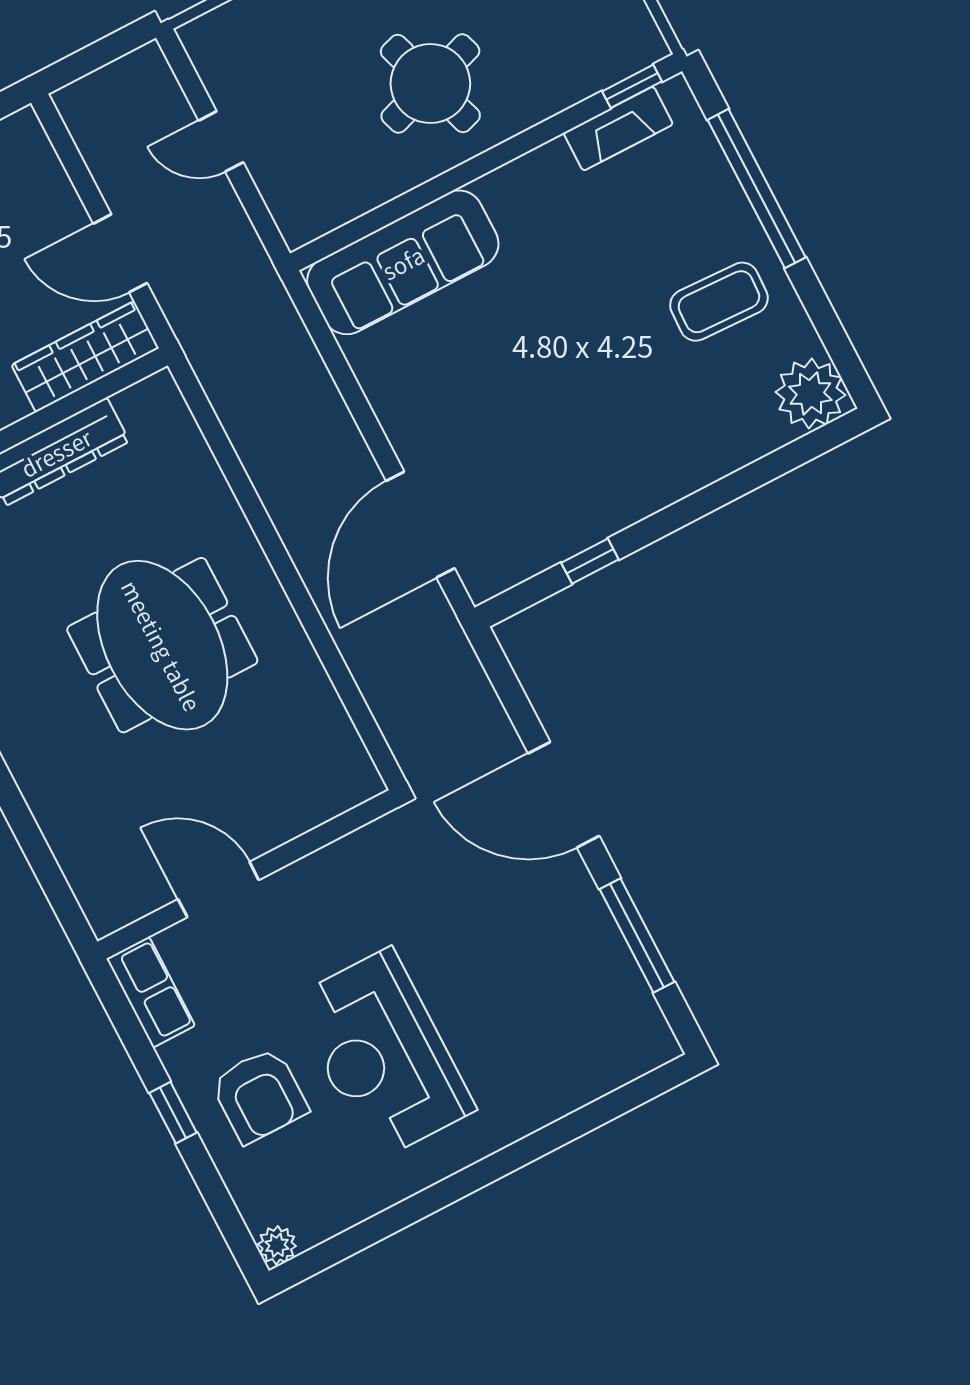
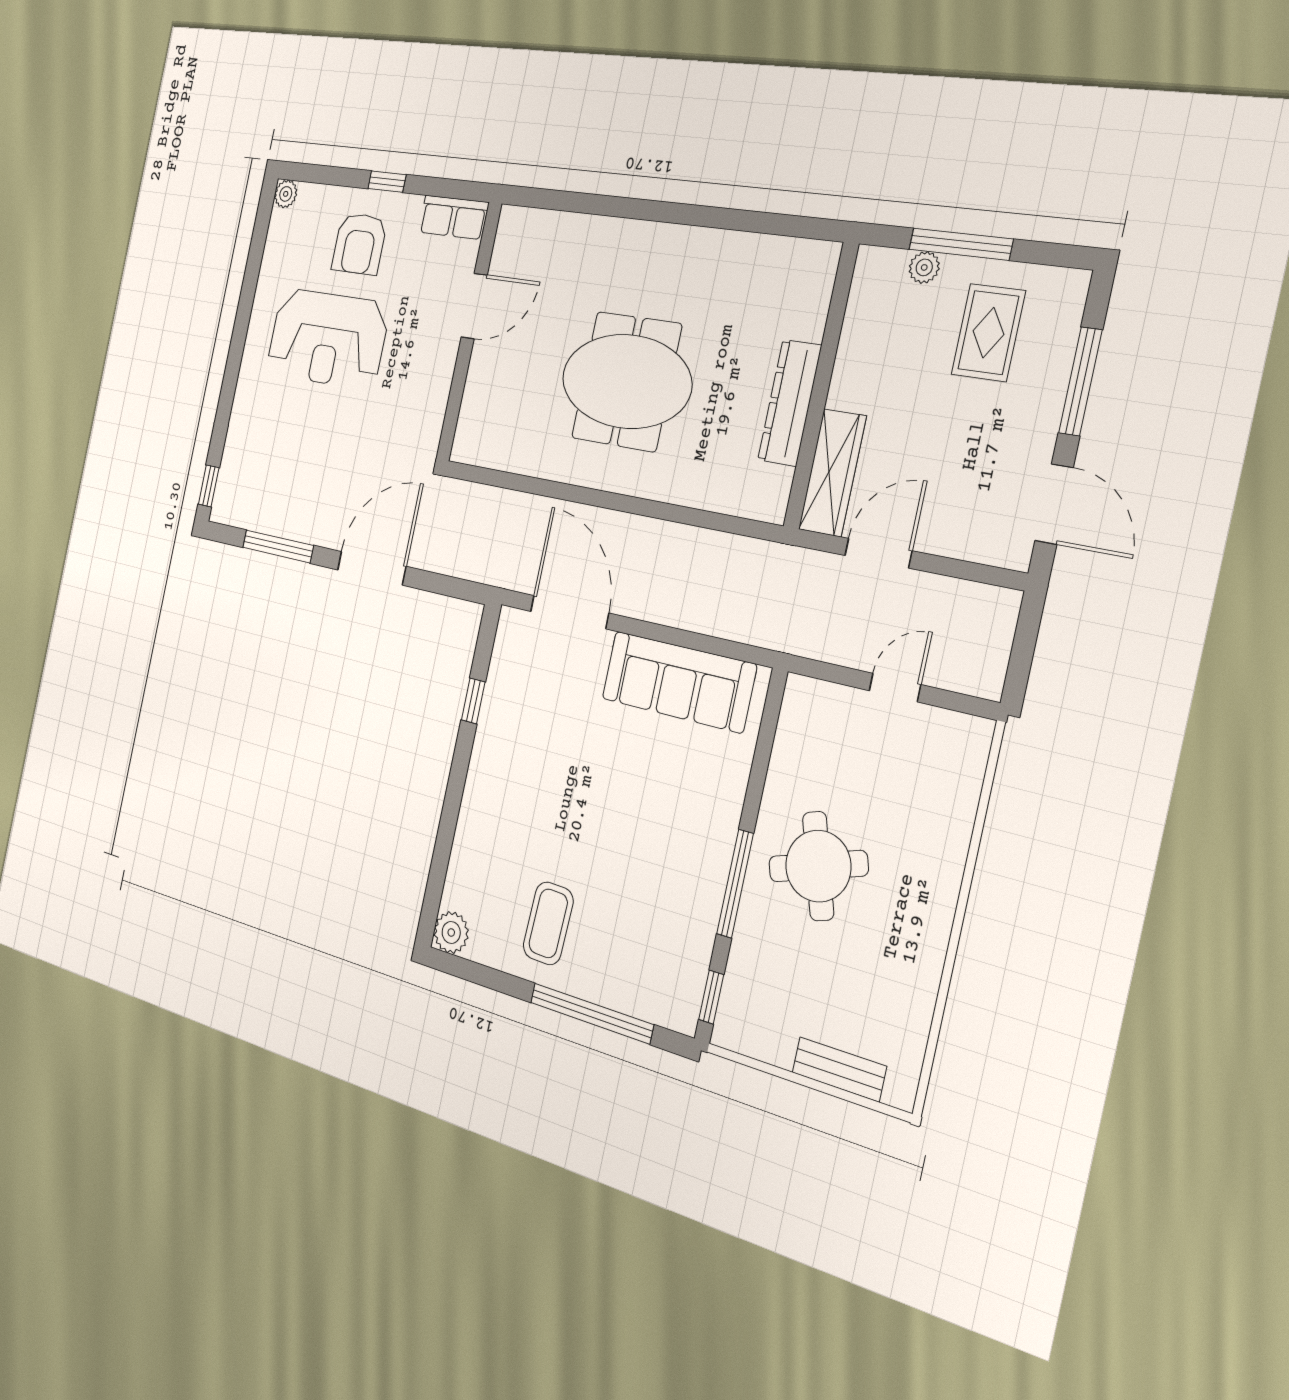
fireplace: (618, 129) -> (693, 962), removed
window: (515, 147) -> (735, 884), added
sofa: (403, 262) -> (678, 682), moved, turned -90
plant: (810, 393) -> (451, 932), width x0.73, depth x0.73
reception desk: (383, 1054) -> (327, 339), turned 180
window: (649, 1086) -> (209, 486), added
armchair: (259, 1095) -> (359, 244), turned -90

